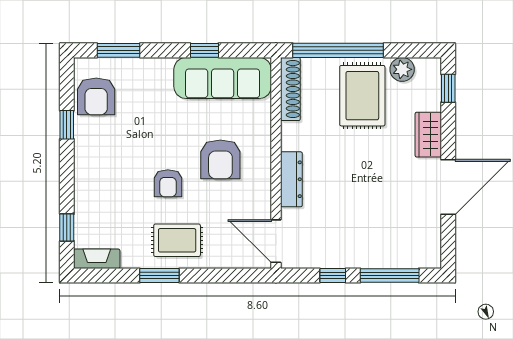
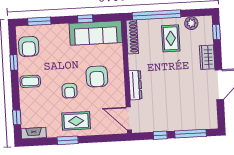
rug: (362, 96) -> (171, 38), width x0.73, depth x0.70
coffee table: (96, 162) -> (30, 81), added

